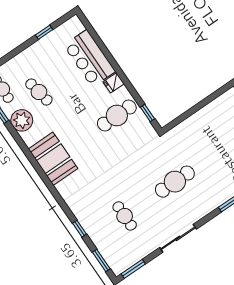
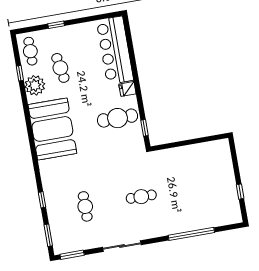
window: (44, 32) -> (56, 25), moved
bar counter: (90, 58) -> (115, 50), width x1.36
booth: (53, 159) -> (52, 129), width x1.36, depth x1.42
cafe table: (175, 182) -> (141, 197), width x0.73, depth x0.74

